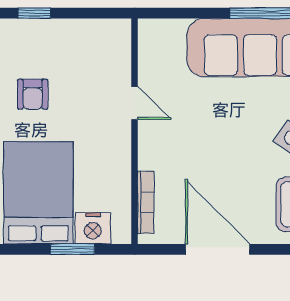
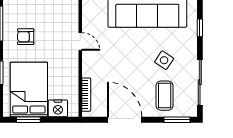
armchair: (33, 94) -> (26, 37), turned 90
window: (73, 249) -> (28, 120), moved

